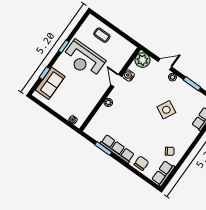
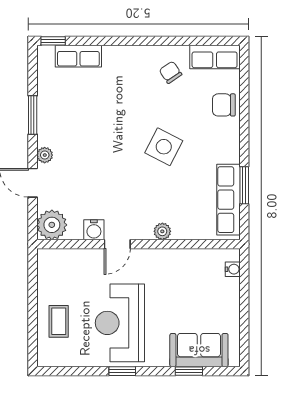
reception desk: (84, 59) -> (120, 323), turned 180
side table: (166, 110) -> (164, 147), moved
row of seats: (117, 149) -> (228, 200), moved

